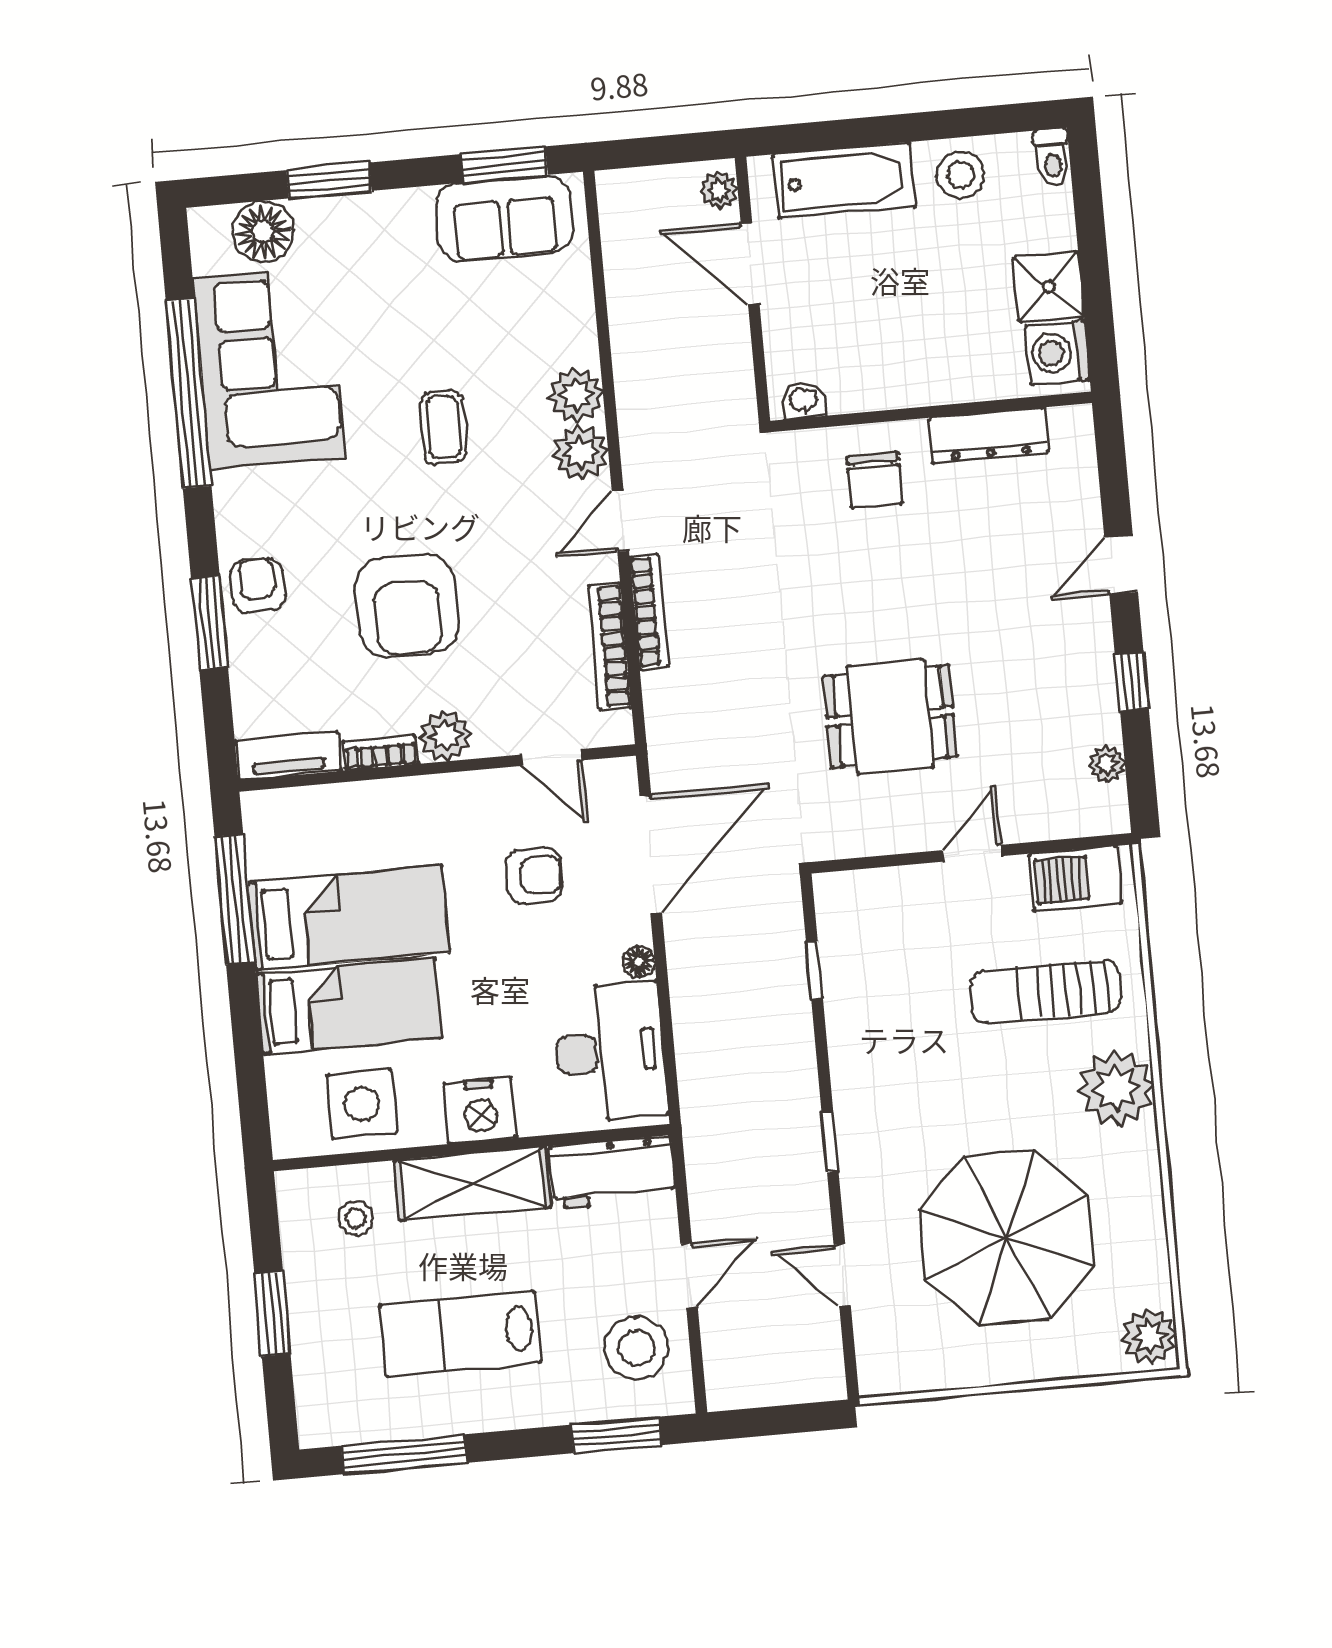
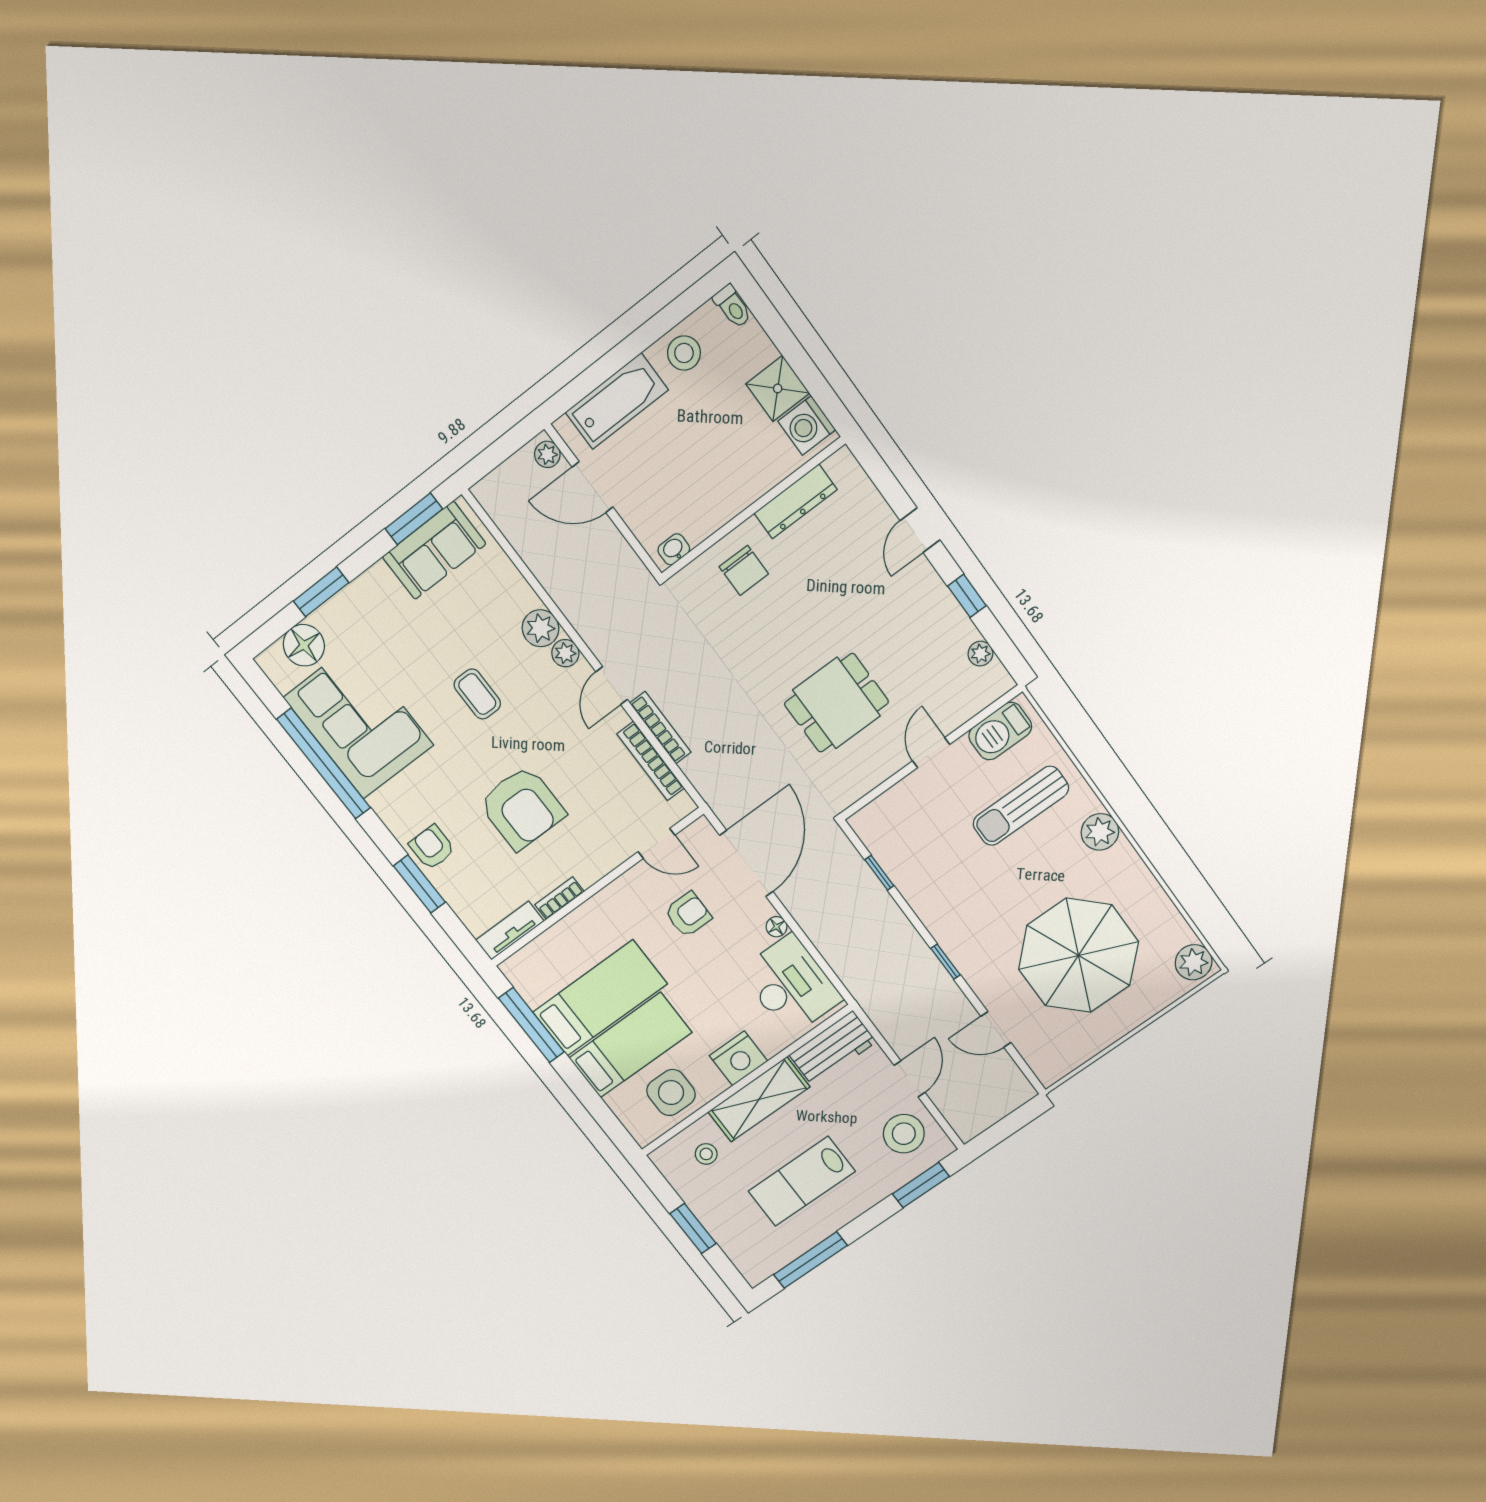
plant: (581, 453) -> (565, 653), width x0.73, depth x0.73
plant: (445, 736) -> (590, 867), removed
plant: (1116, 1088) -> (1100, 832), width x0.73, depth x0.73

